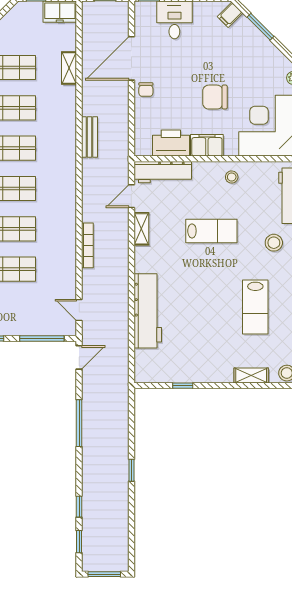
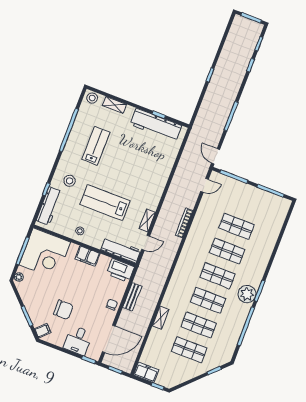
door: (131, 58) -> (109, 339), moved
shelving: (69, 68) -> (161, 318), moved
chair: (215, 97) -> (63, 310), moved
bench: (89, 137) -> (132, 297), moved
printer: (171, 143) -> (120, 270), moved
lab bench: (211, 231) -> (105, 203), width x1.36, depth x1.39
door: (79, 310) -> (204, 185), hinge flipped
workbench: (148, 311) -> (156, 125), moved, turned -90
door: (79, 357) -> (216, 156), hinge flipped

